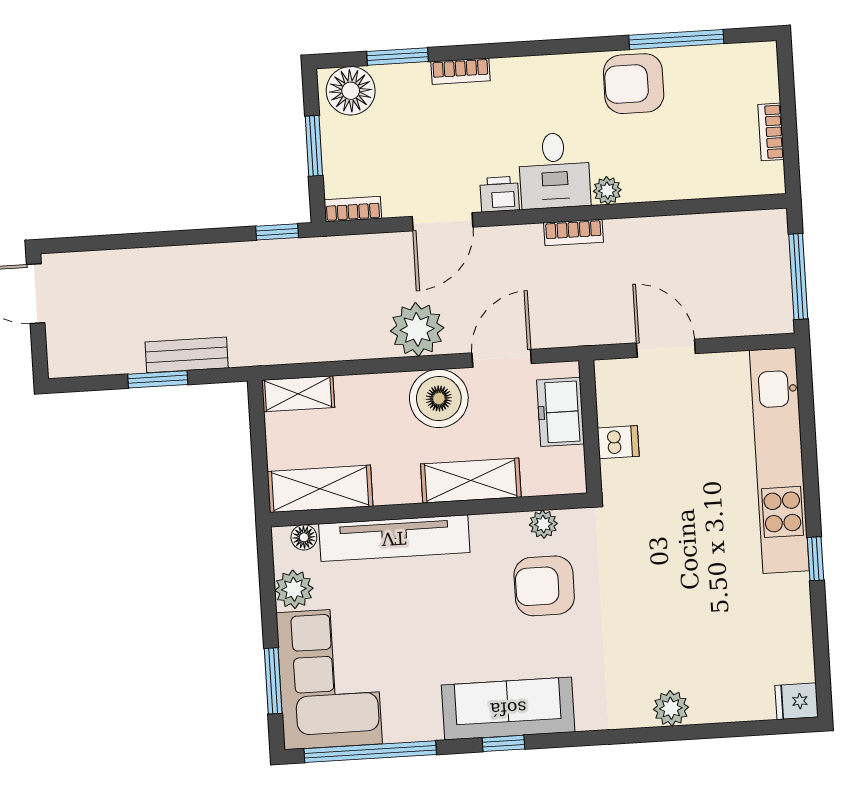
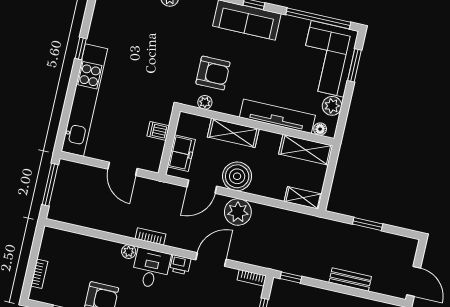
bookcase: (771, 132) -> (39, 274), moved
bench: (187, 355) -> (350, 279), moved

